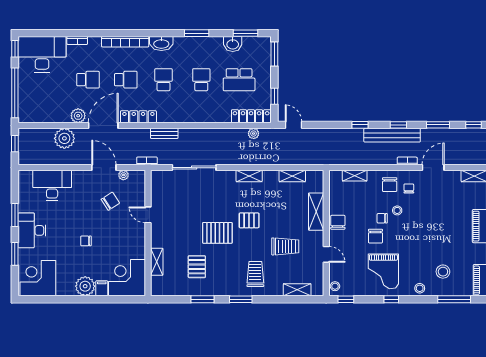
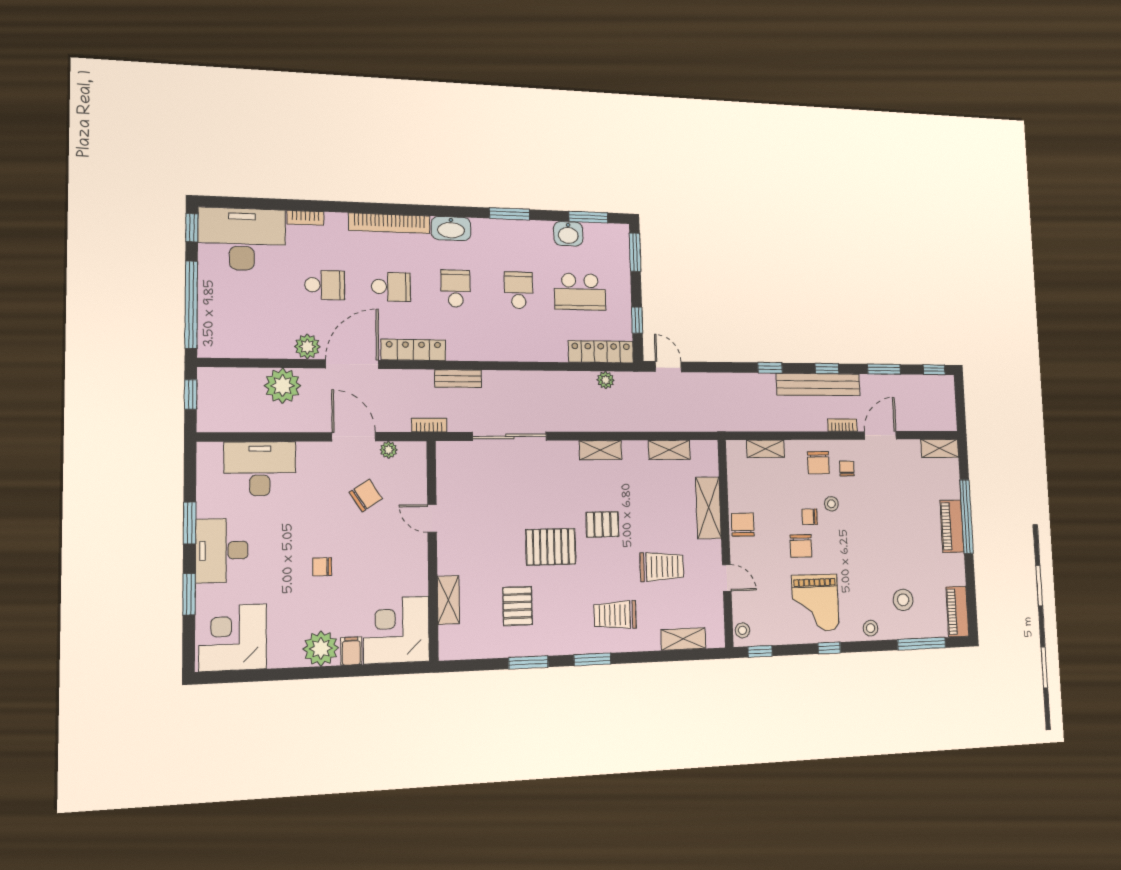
trolley: (255, 274) -> (615, 615), turned -90

